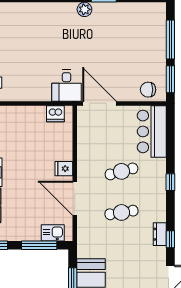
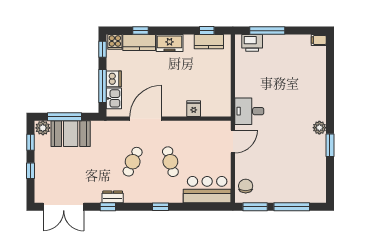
door: (100, 103) -> (233, 142), width x0.73
dishwasher: (55, 114) -> (114, 79), moved, turned 180
fridge: (64, 169) -> (194, 109), moved
cafe table: (121, 212) -> (133, 162), turned 33

